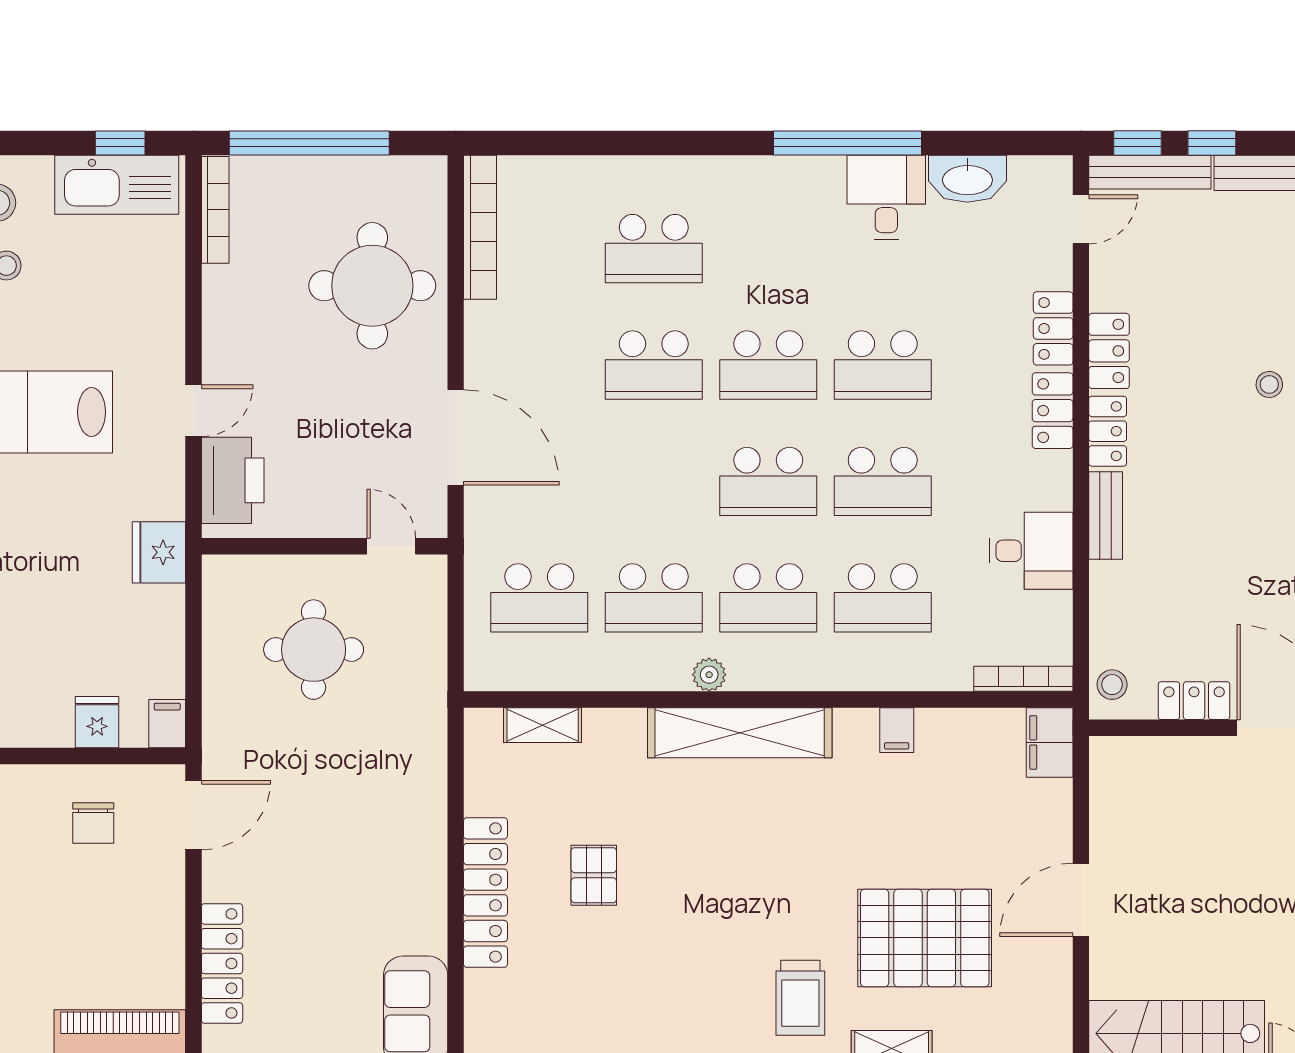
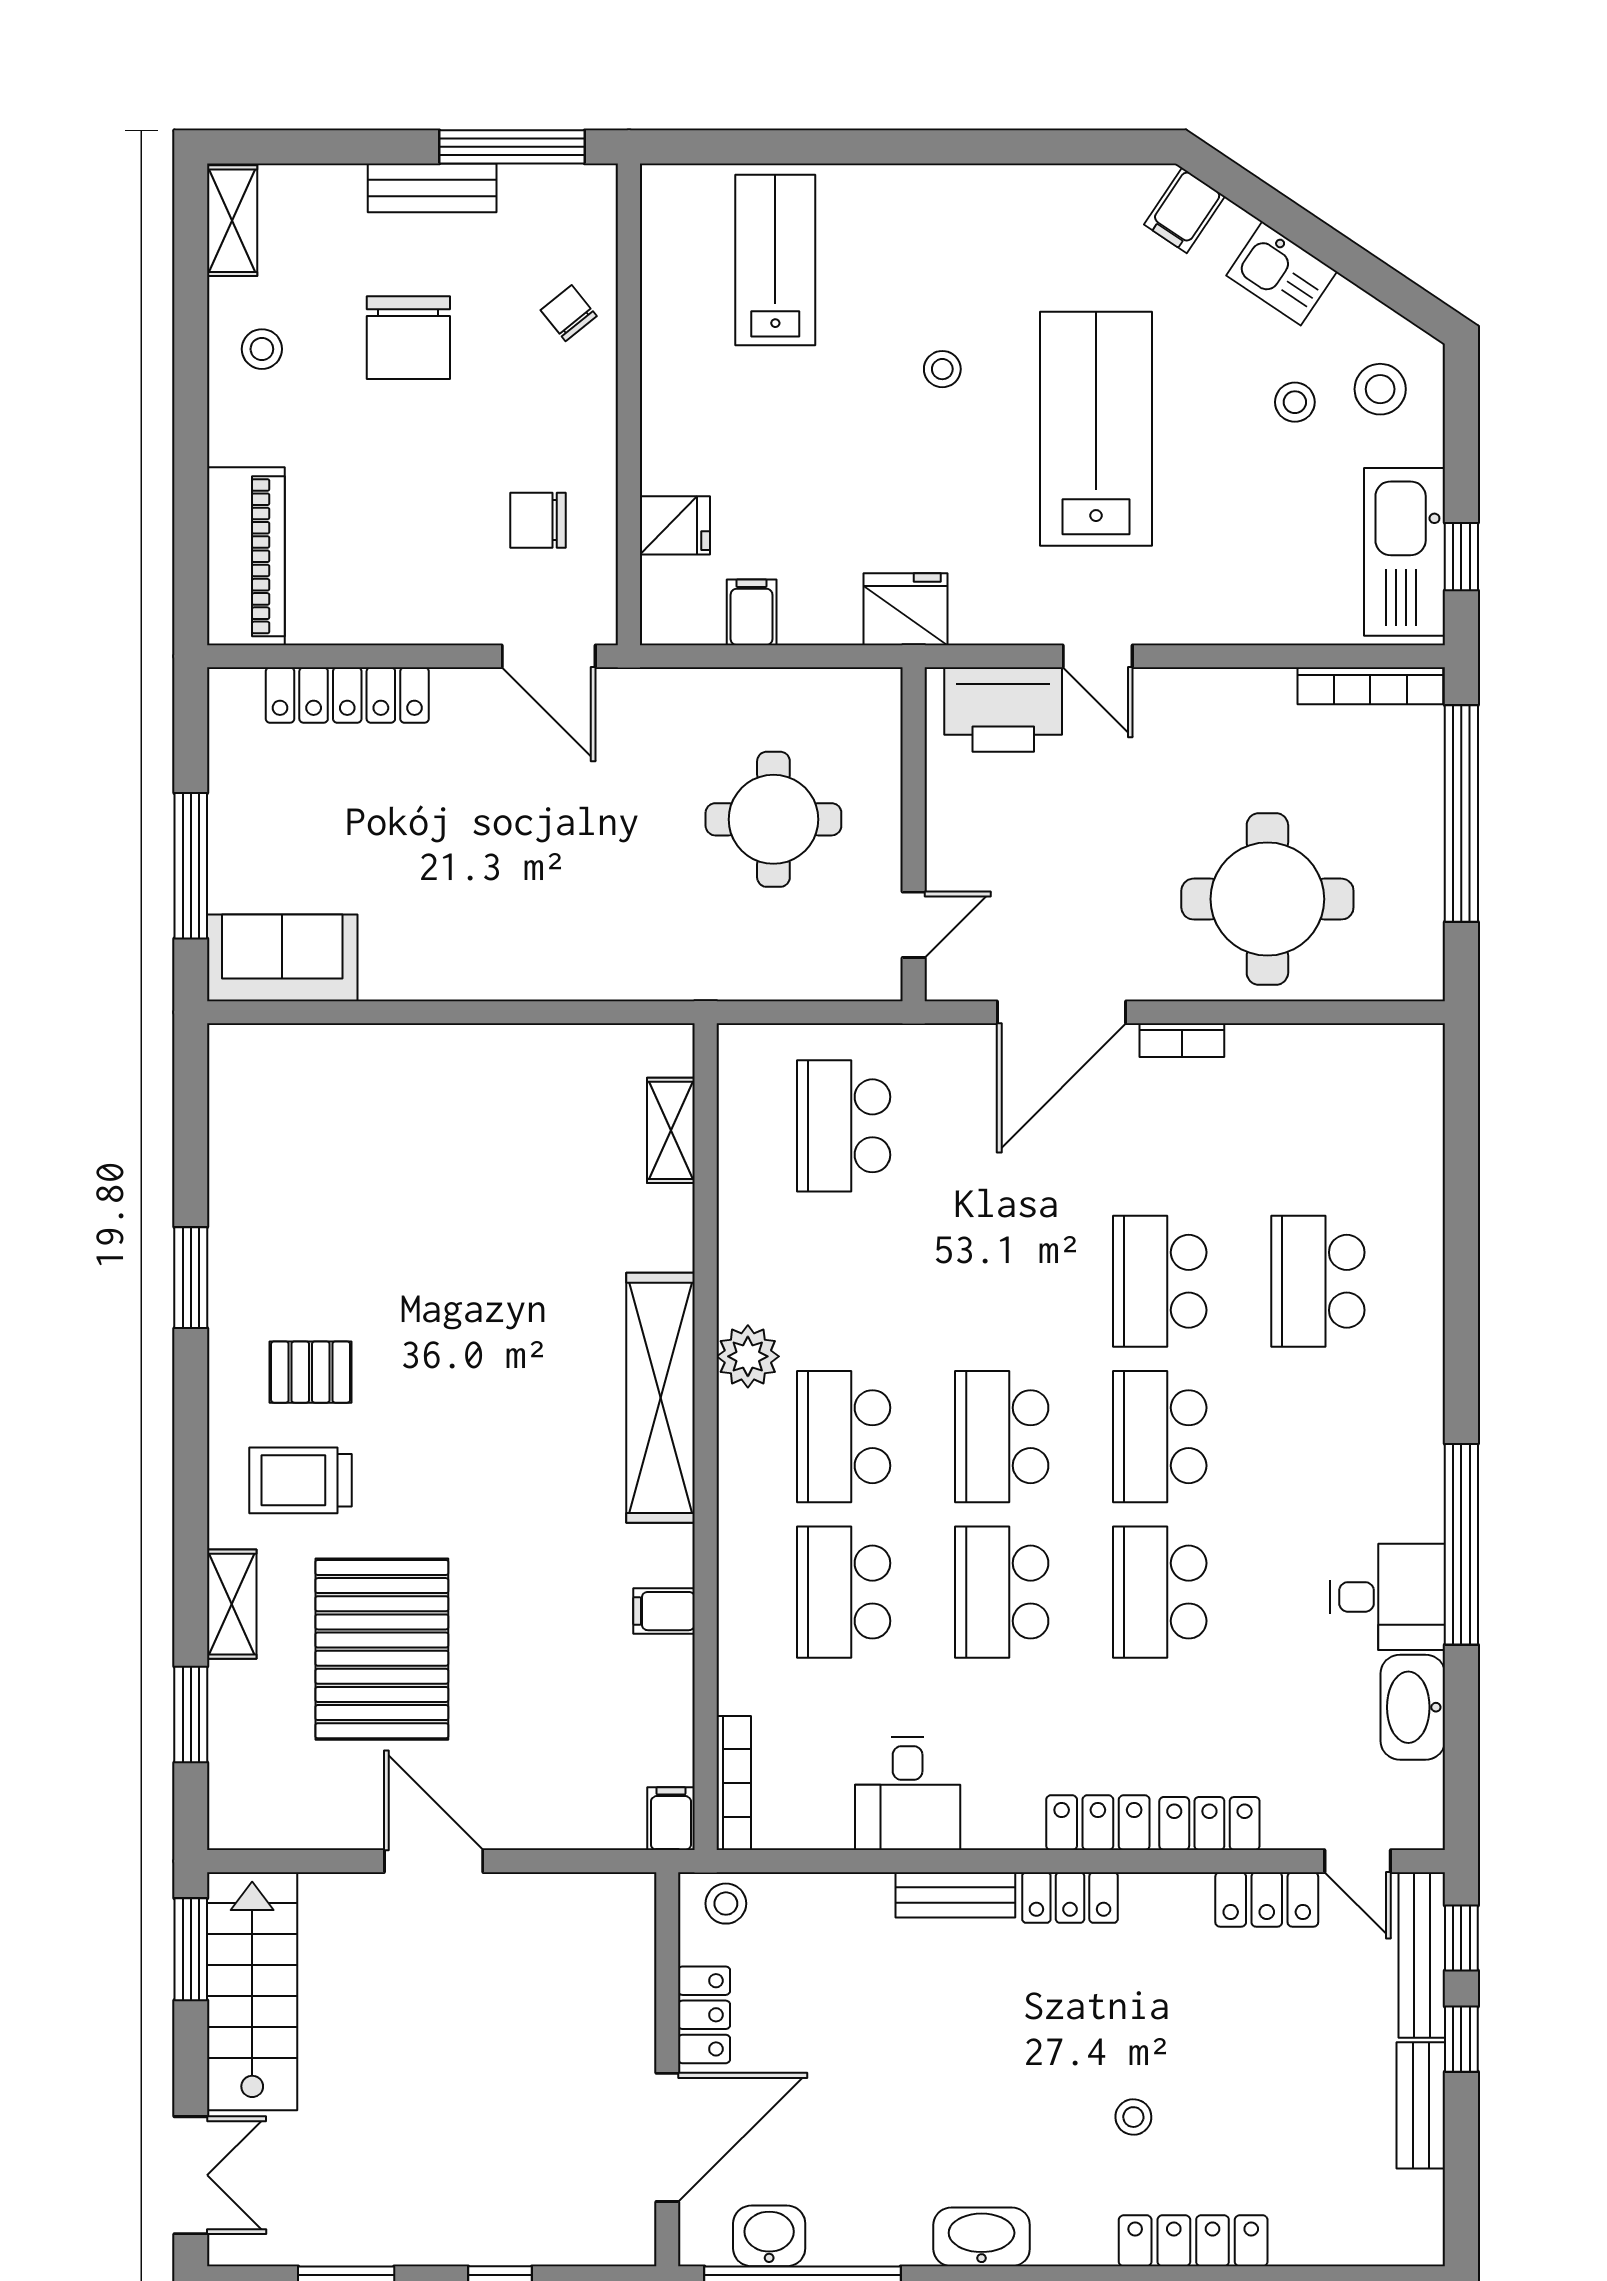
bookcase: (480, 227) -> (1182, 1040), moved, width x0.43, depth x0.76
locker: (1109, 351) -> (1267, 1899), moved
school desk: (654, 598) -> (844, 1281), removed
plant: (709, 675) -> (748, 1356), width x1.38, depth x1.38
filing cabinet: (167, 724) -> (752, 612), moved, turned -90
filing cabinet: (1050, 742) -> (671, 1819), width x0.50
pallet: (594, 875) -> (311, 1372), moved
locker: (485, 893) -> (444, 1053), removed

